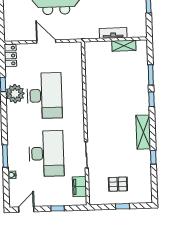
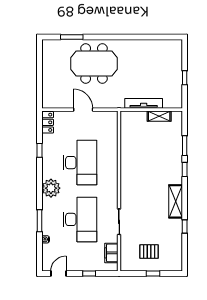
tv unit: (113, 33) -> (144, 103), width x1.41
plant: (15, 94) -> (51, 188), moved

